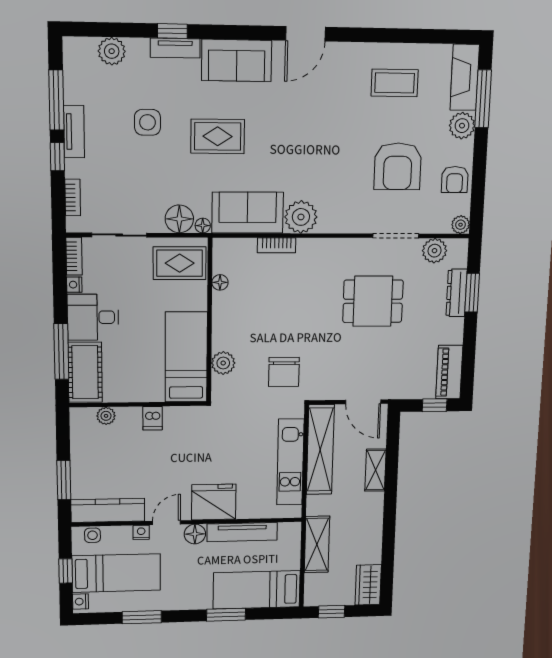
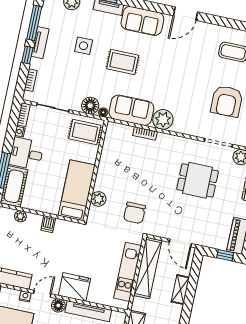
floor lamp: (220, 282) -> (107, 149), removed

